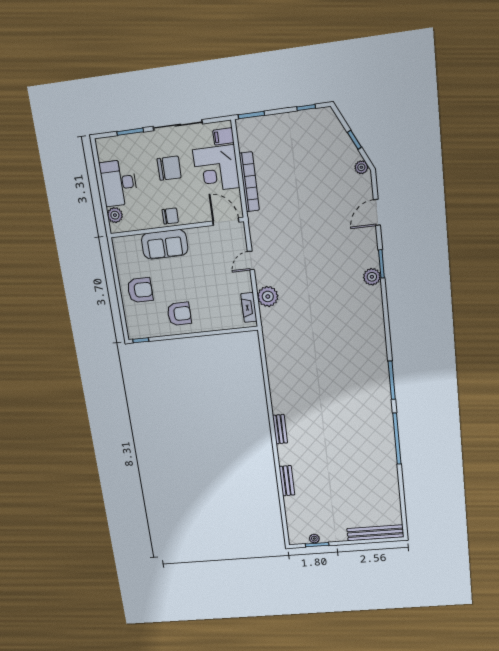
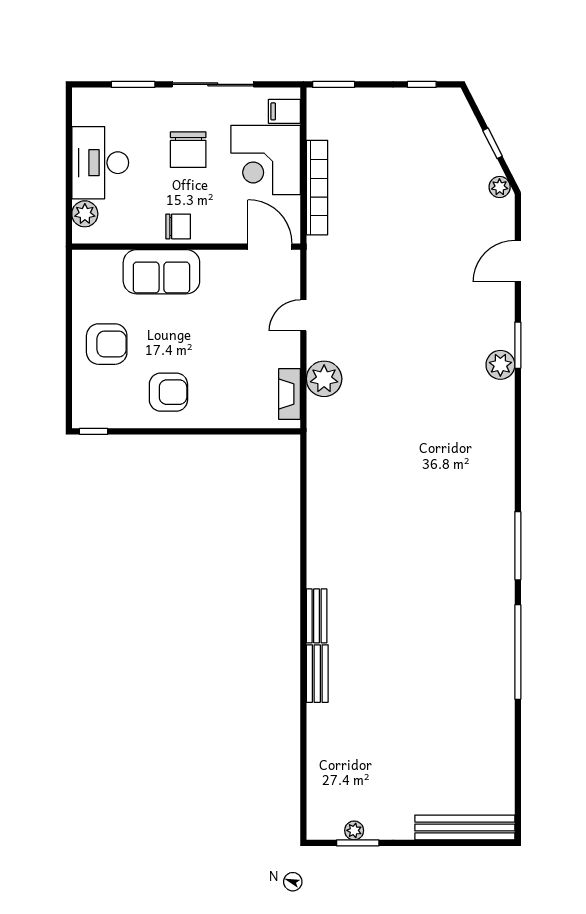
chair: (169, 168) -> (188, 150), turned 90
bench: (287, 481) -> (317, 674), moved

